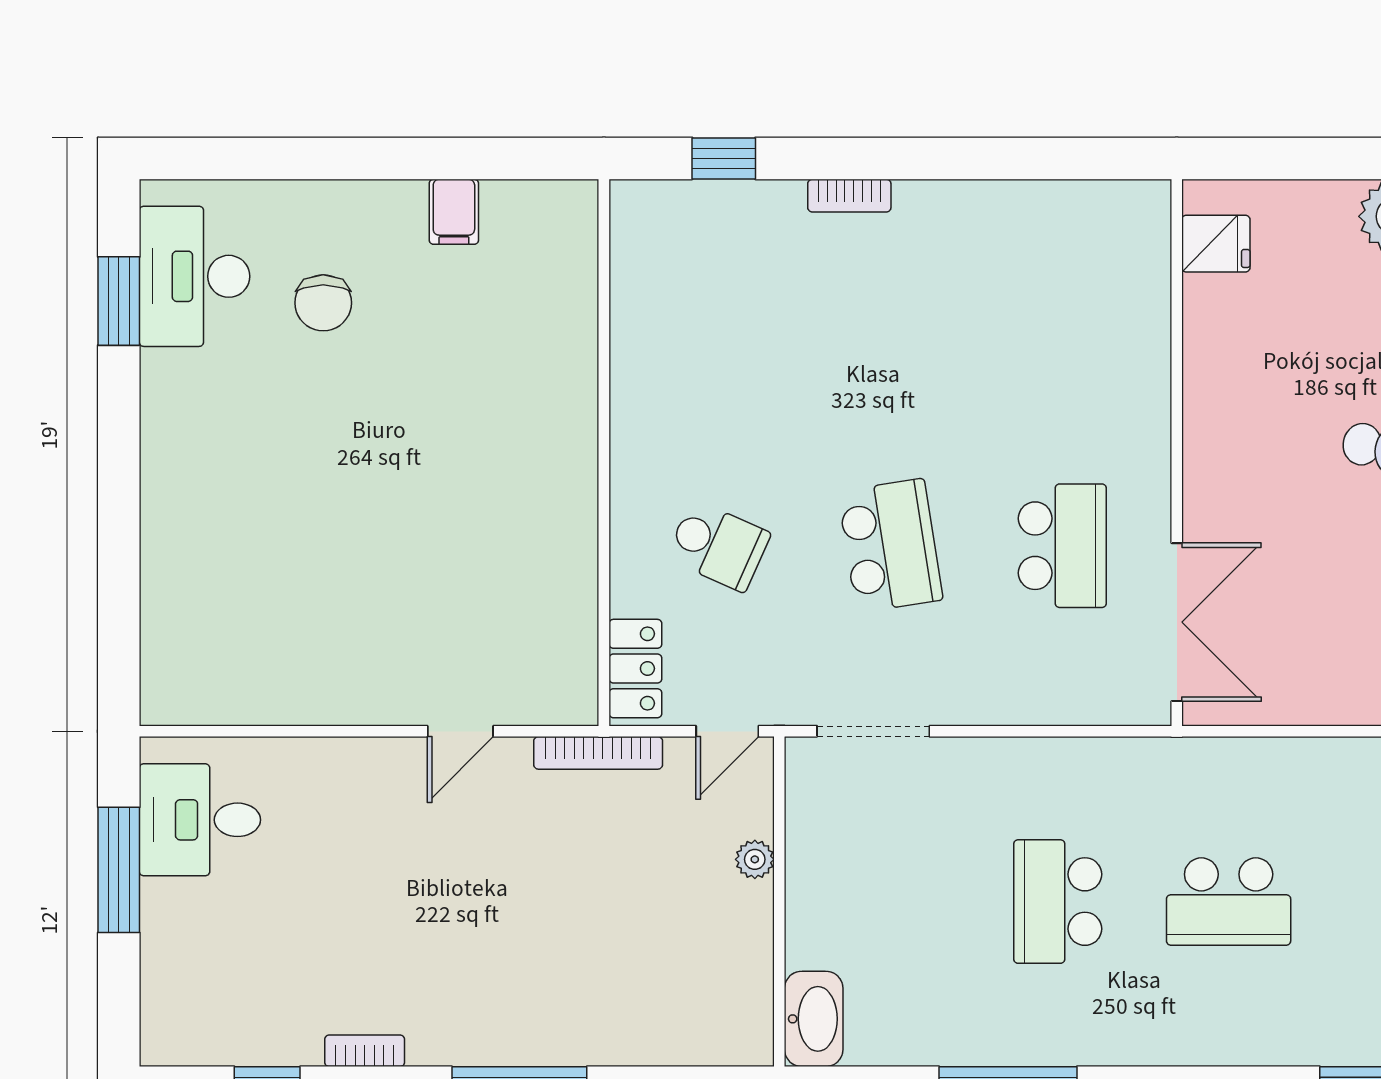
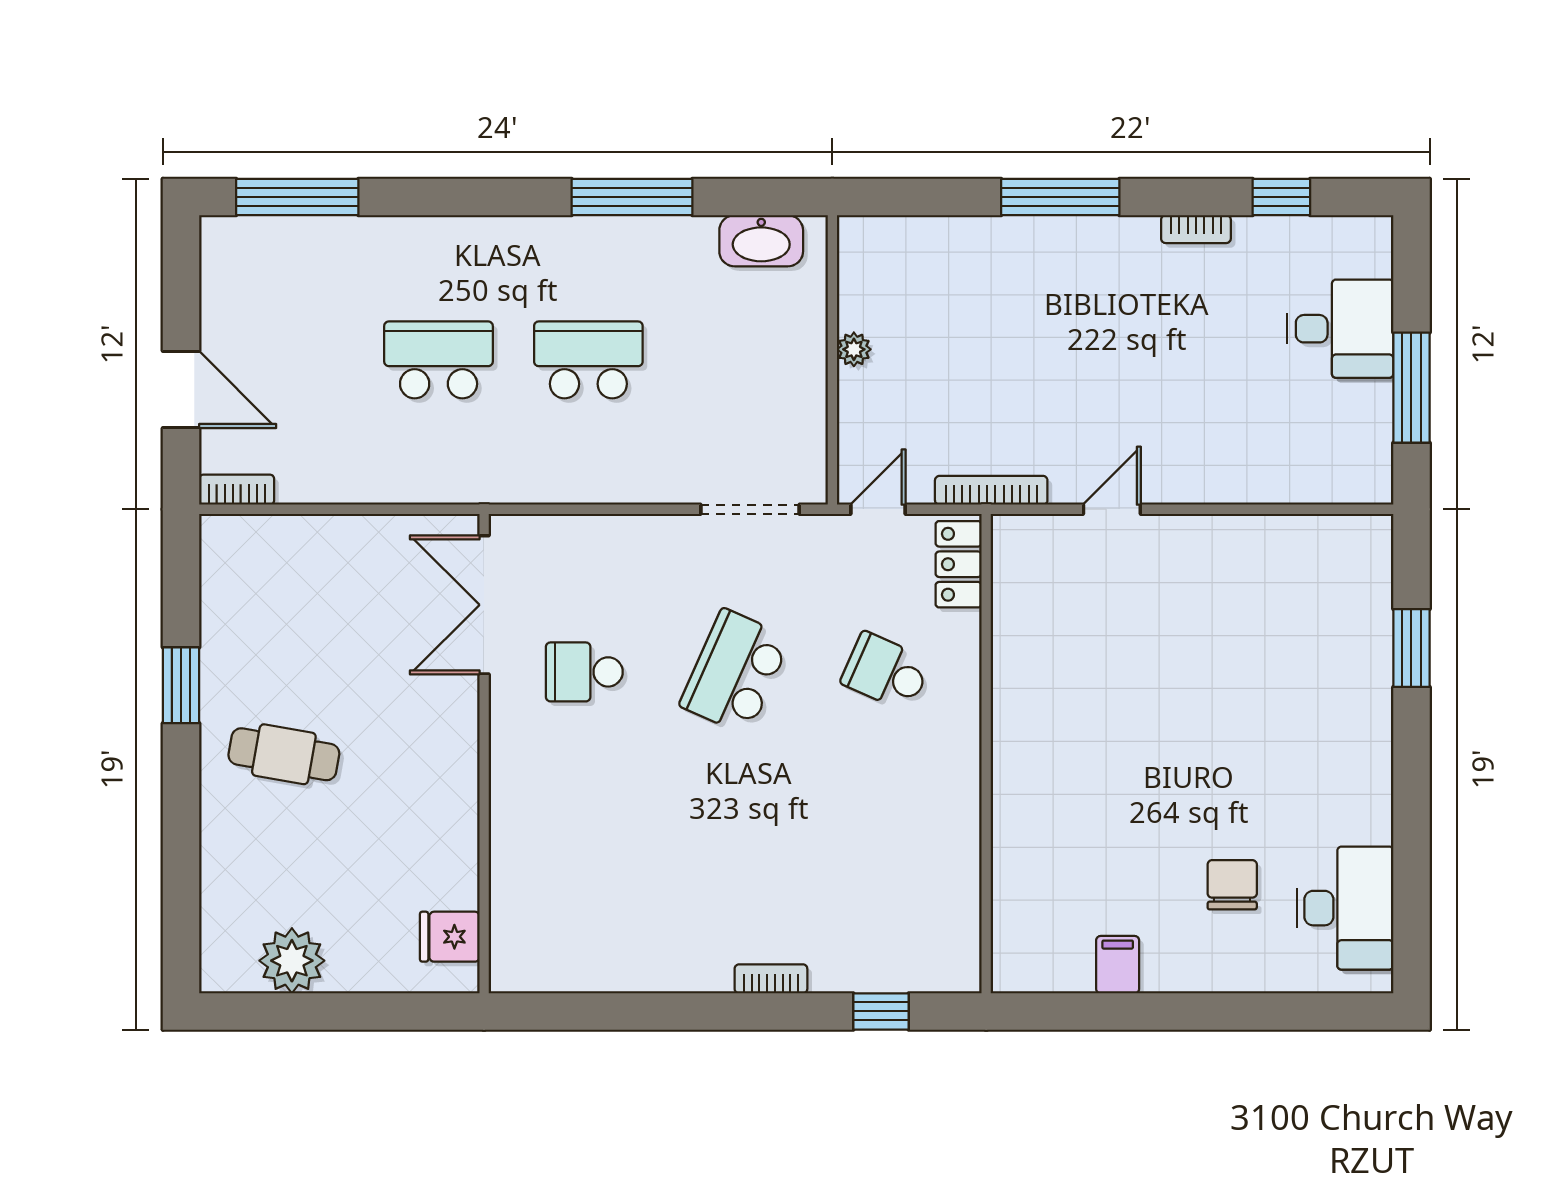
window: (119, 301) -> (1411, 648), moved
school desk: (890, 546) -> (735, 672), turned 33
school desk: (1062, 546) -> (584, 672), width x0.54
desk: (200, 820) -> (1340, 329), moved
plant: (755, 859) -> (854, 349), moved
school desk: (1058, 902) -> (588, 360), turned -90
washbasin: (814, 1019) -> (761, 241), moved, turned -90

